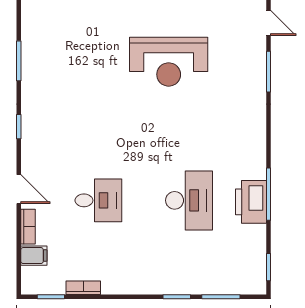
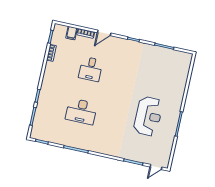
reception desk: (169, 62) -> (148, 116), turned 180
printer: (251, 202) -> (74, 140), removed

